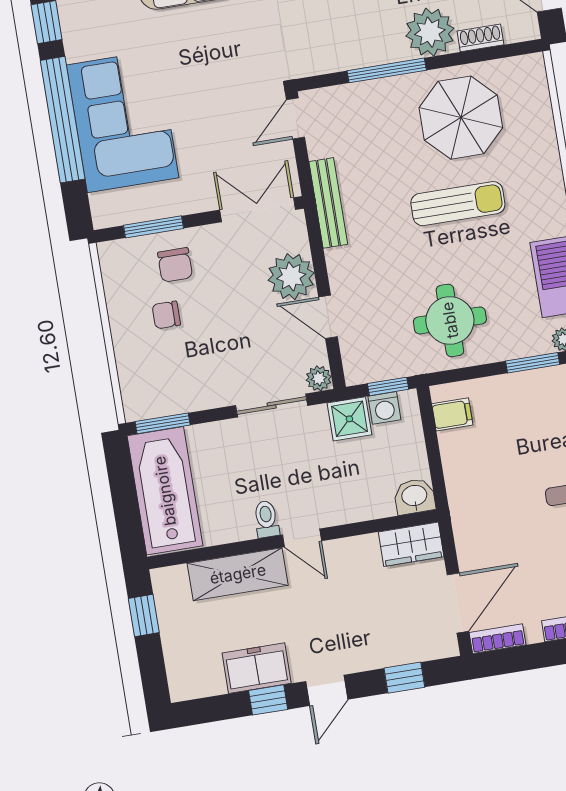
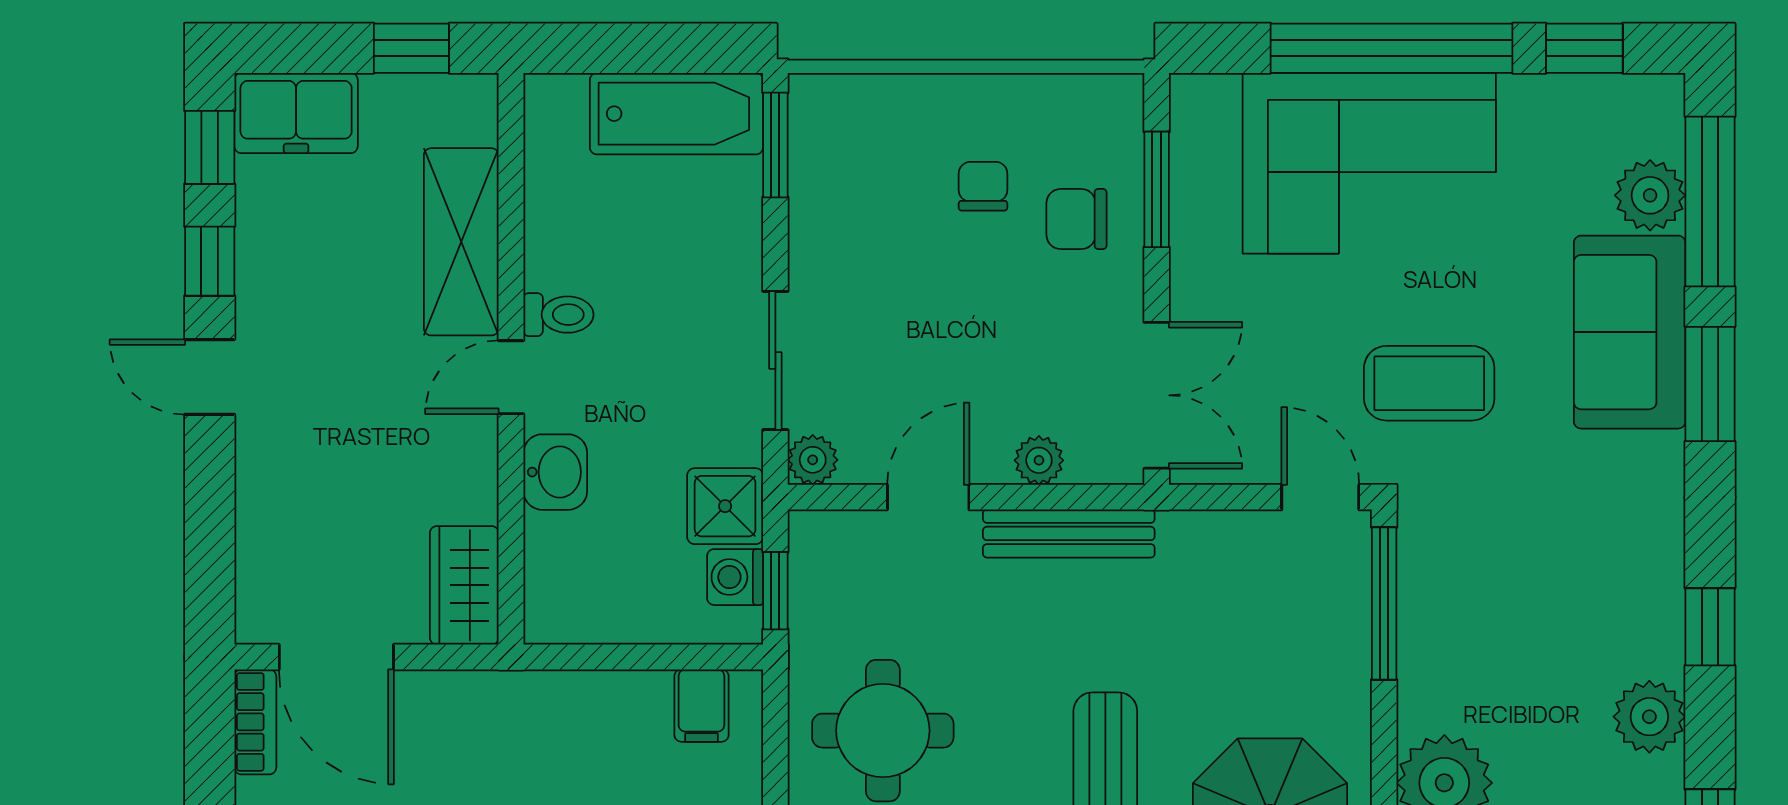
window: (387, 70) -> (1384, 603), moved
coffee table: (229, 73) -> (1429, 383), added
bench: (328, 203) -> (1069, 533), moved
plant: (291, 277) -> (1039, 460), width x0.53, depth x0.53
bathtub: (165, 491) -> (676, 114), width x0.73, depth x0.73
washbasin: (414, 496) -> (555, 472), moved
freezer: (257, 668) -> (296, 113), moved, turned 90
window: (404, 678) -> (210, 147), moved

